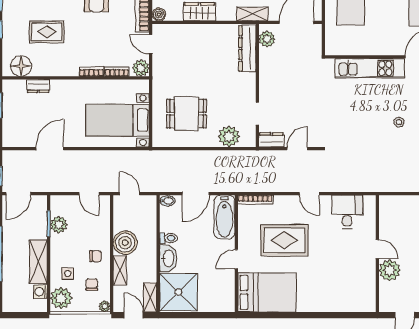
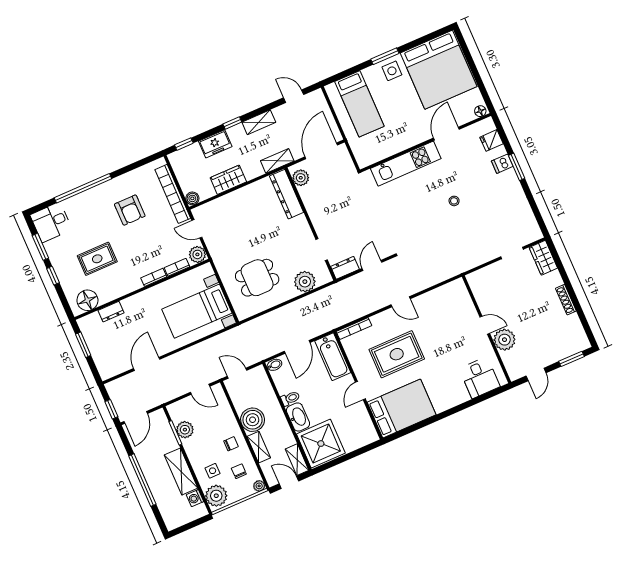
desk: (347, 212) -> (480, 378), moved, turned 180

